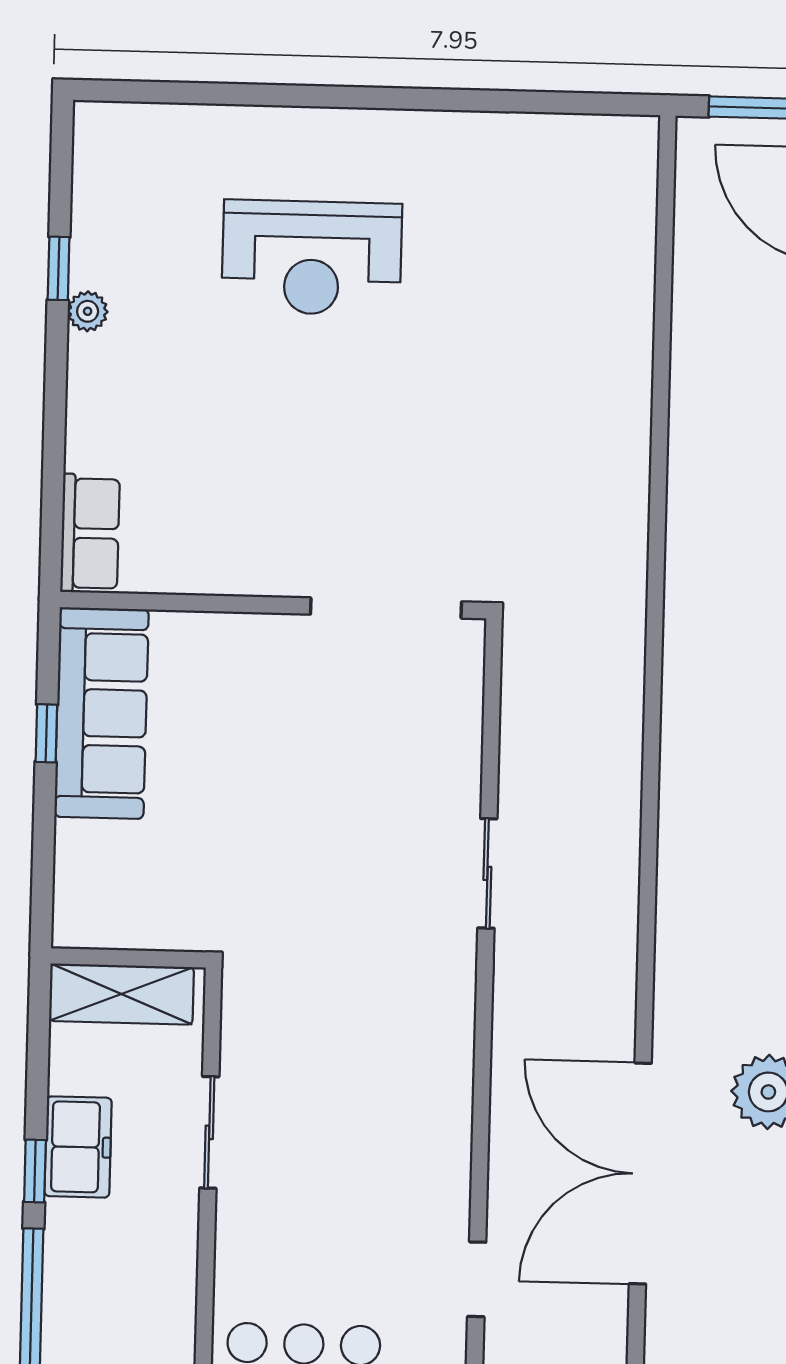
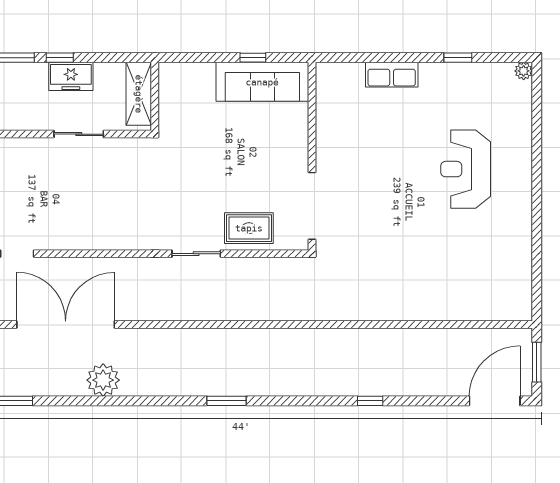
plant: (88, 311) -> (524, 71), moved
row of seats: (90, 533) -> (392, 75), moved
rug: (433, 752) -> (249, 228), added

